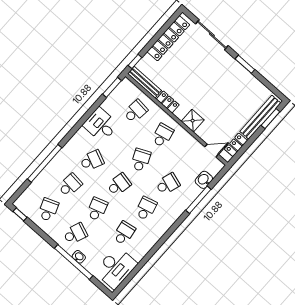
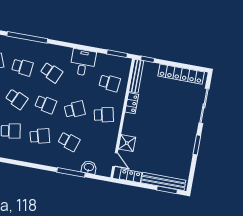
shower: (193, 121) -> (127, 143), moved
school desk: (97, 209) -> (17, 99), turned 42

